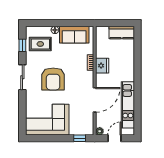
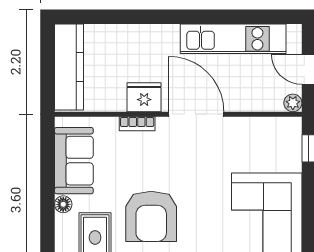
kitchen counter: (122, 33) -> (69, 67), width x1.50
armchair: (53, 79) -> (151, 216), moved, turned 90
door: (95, 100) -> (196, 114), moved

